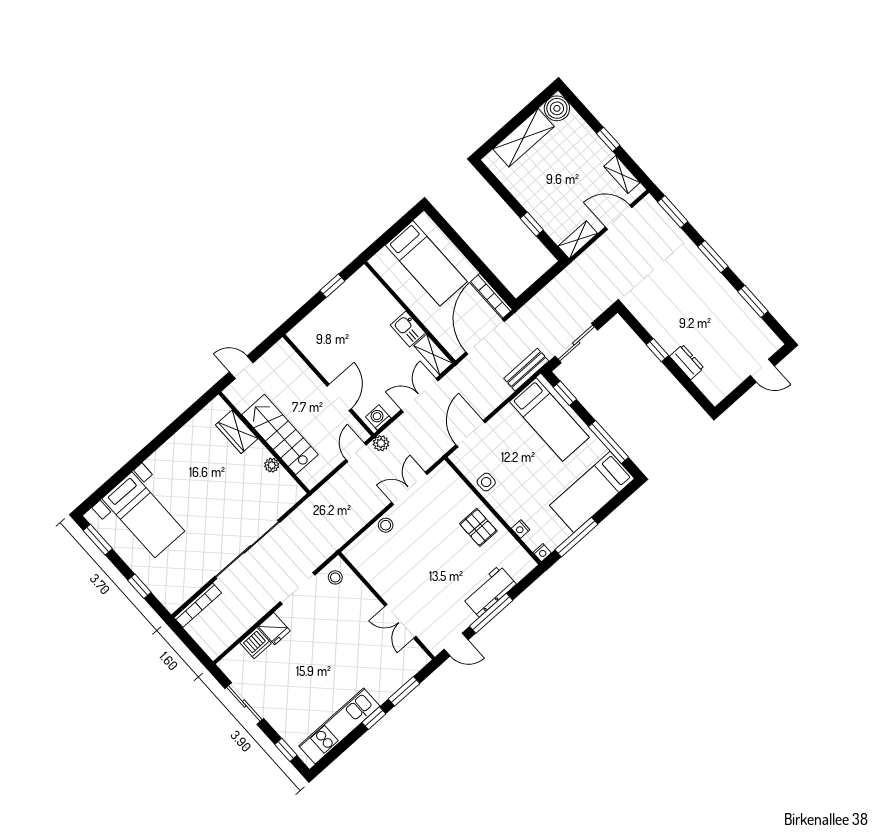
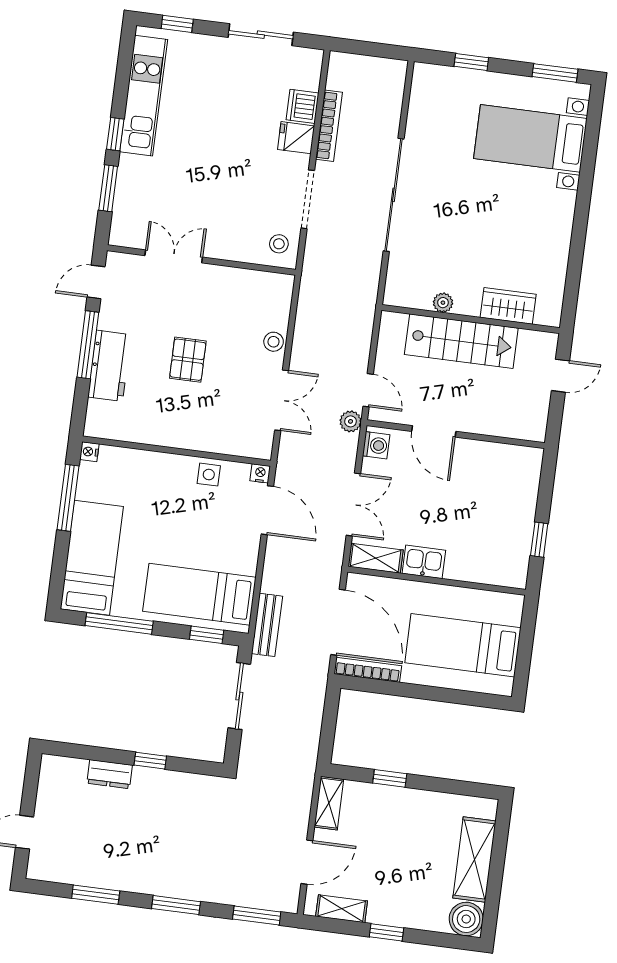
pallet: (478, 527) -> (188, 360), moved, turned 90
nightstand: (521, 529) -> (260, 473), moved
bookcase: (198, 605) -> (329, 126), moved, turned 180

